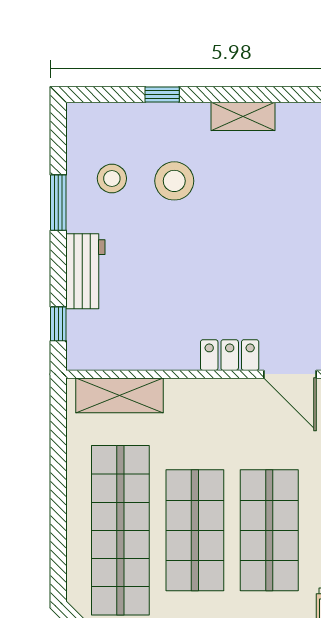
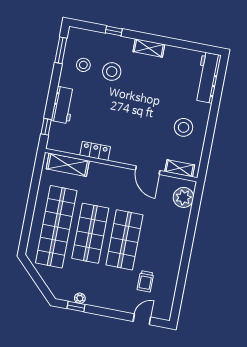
window: (58, 203) -> (61, 50), moved
locker: (230, 355) -> (95, 151), moved

